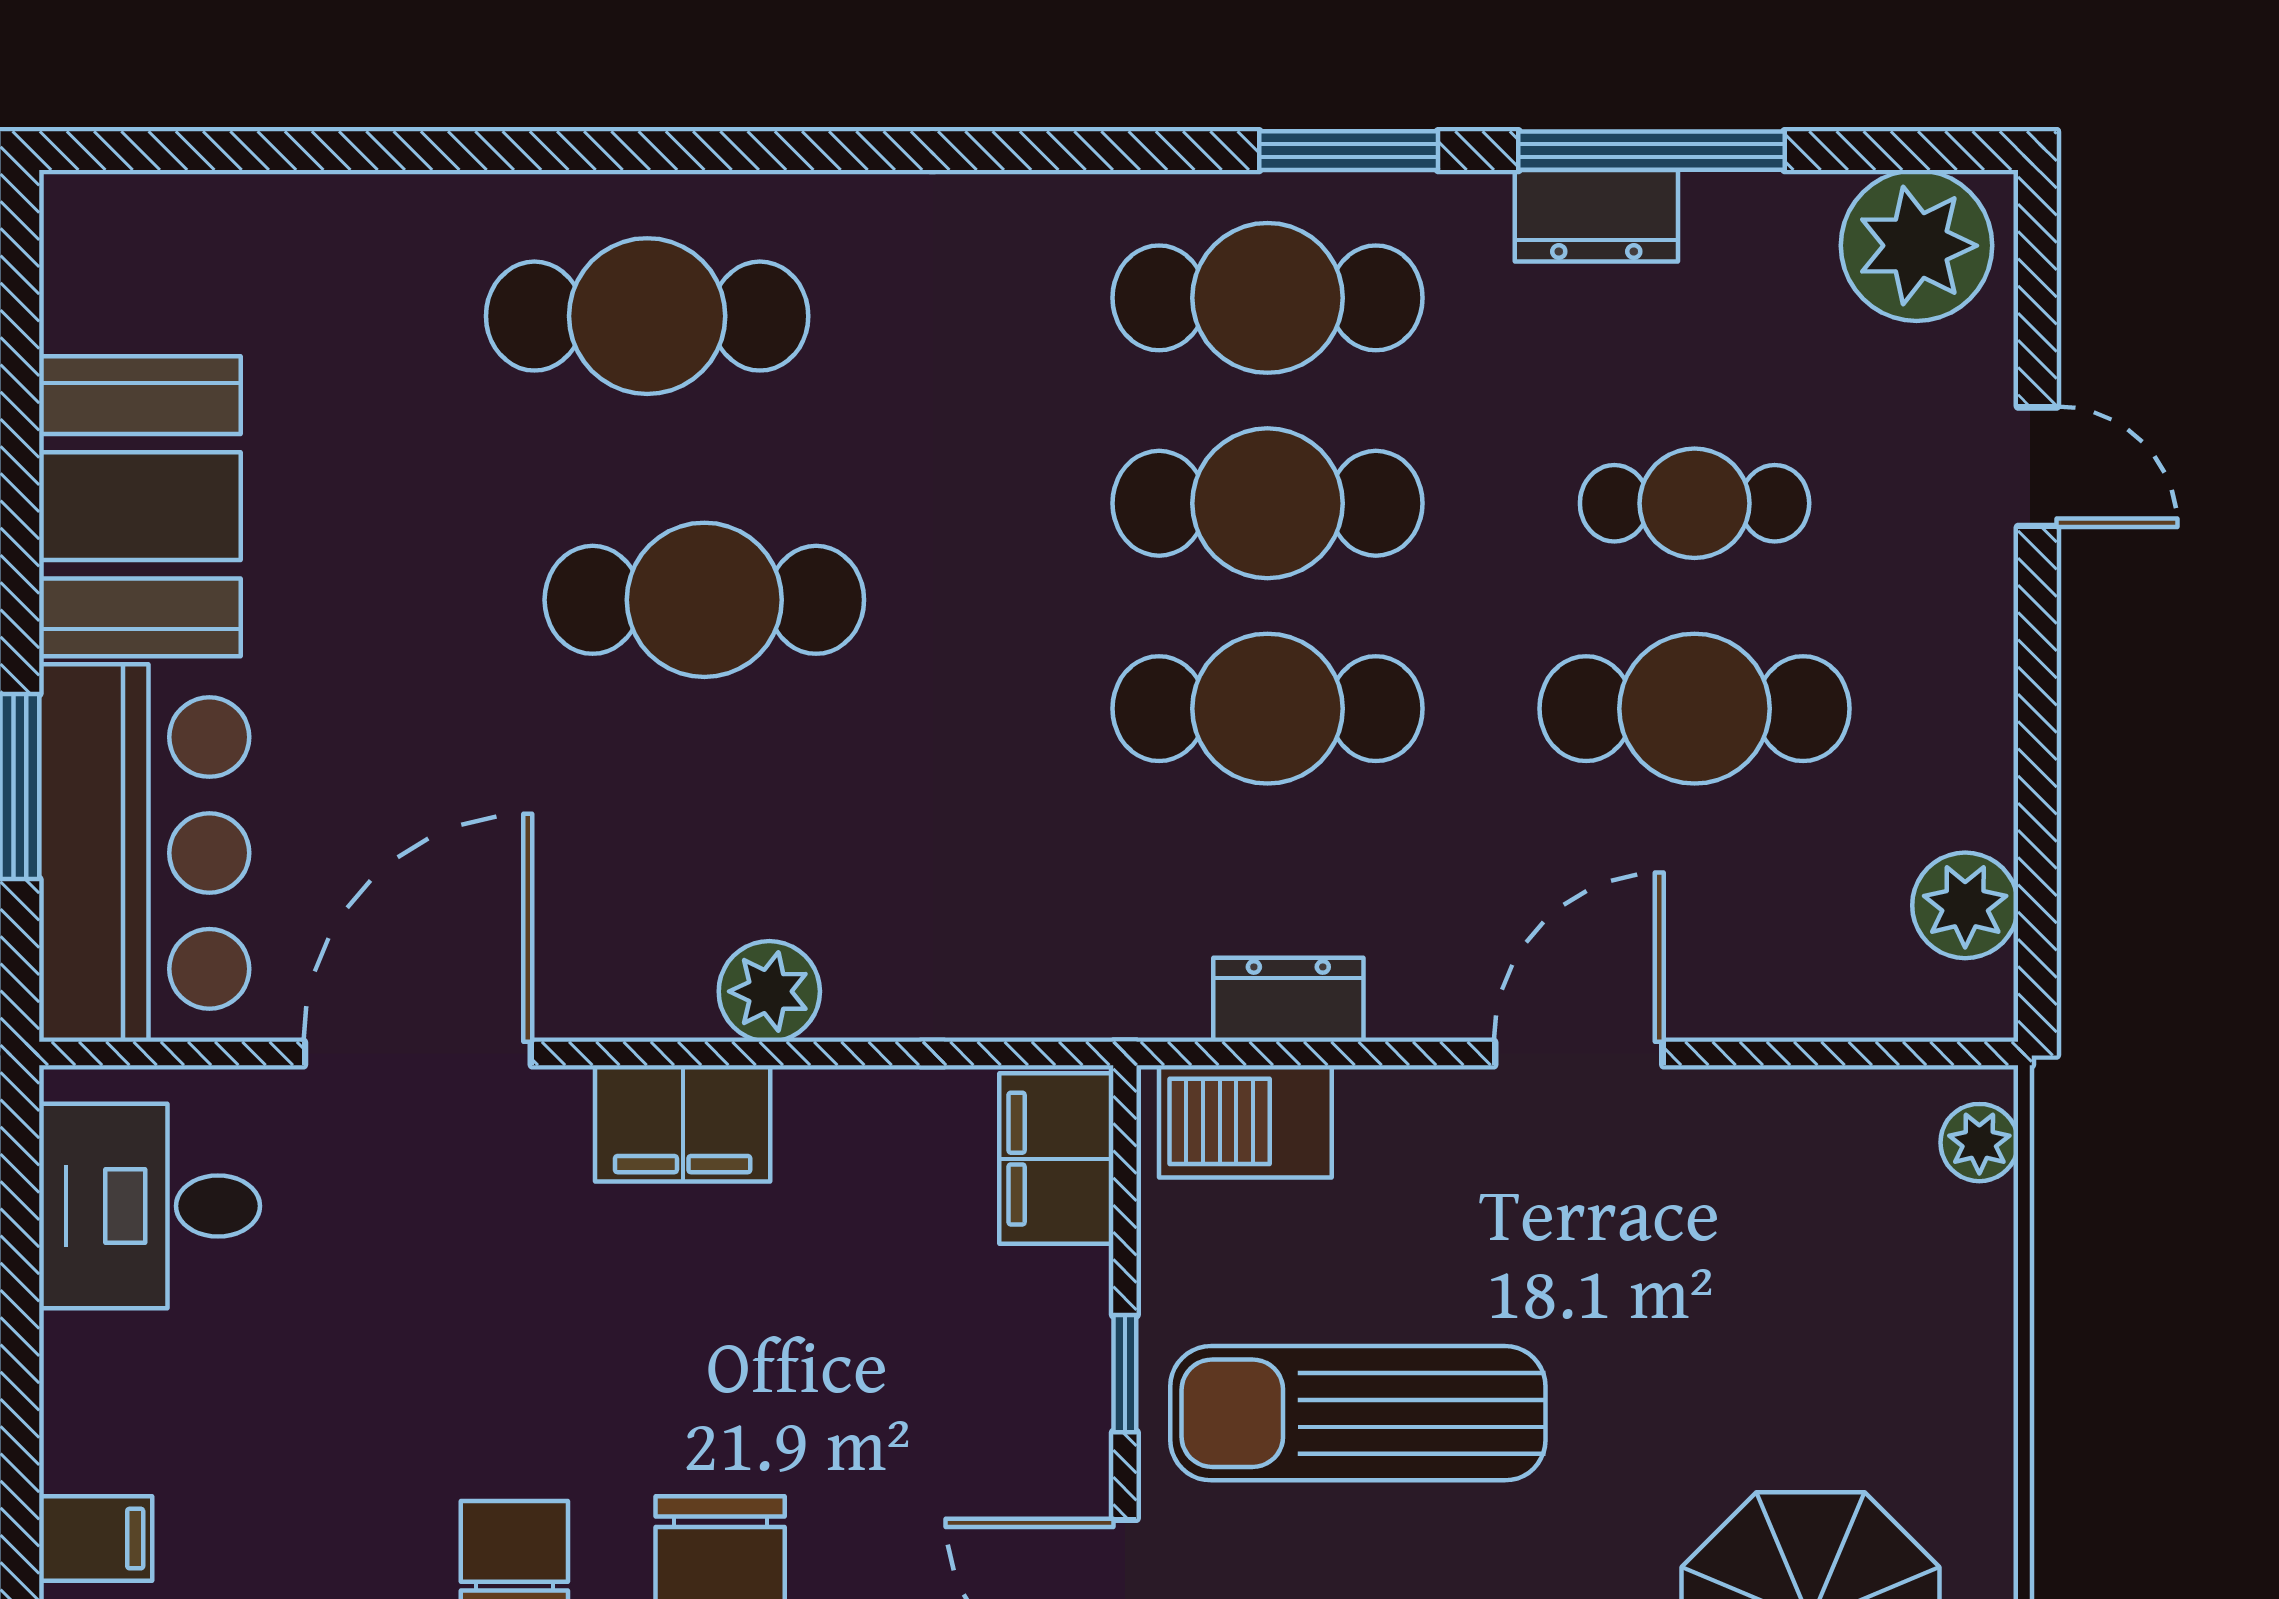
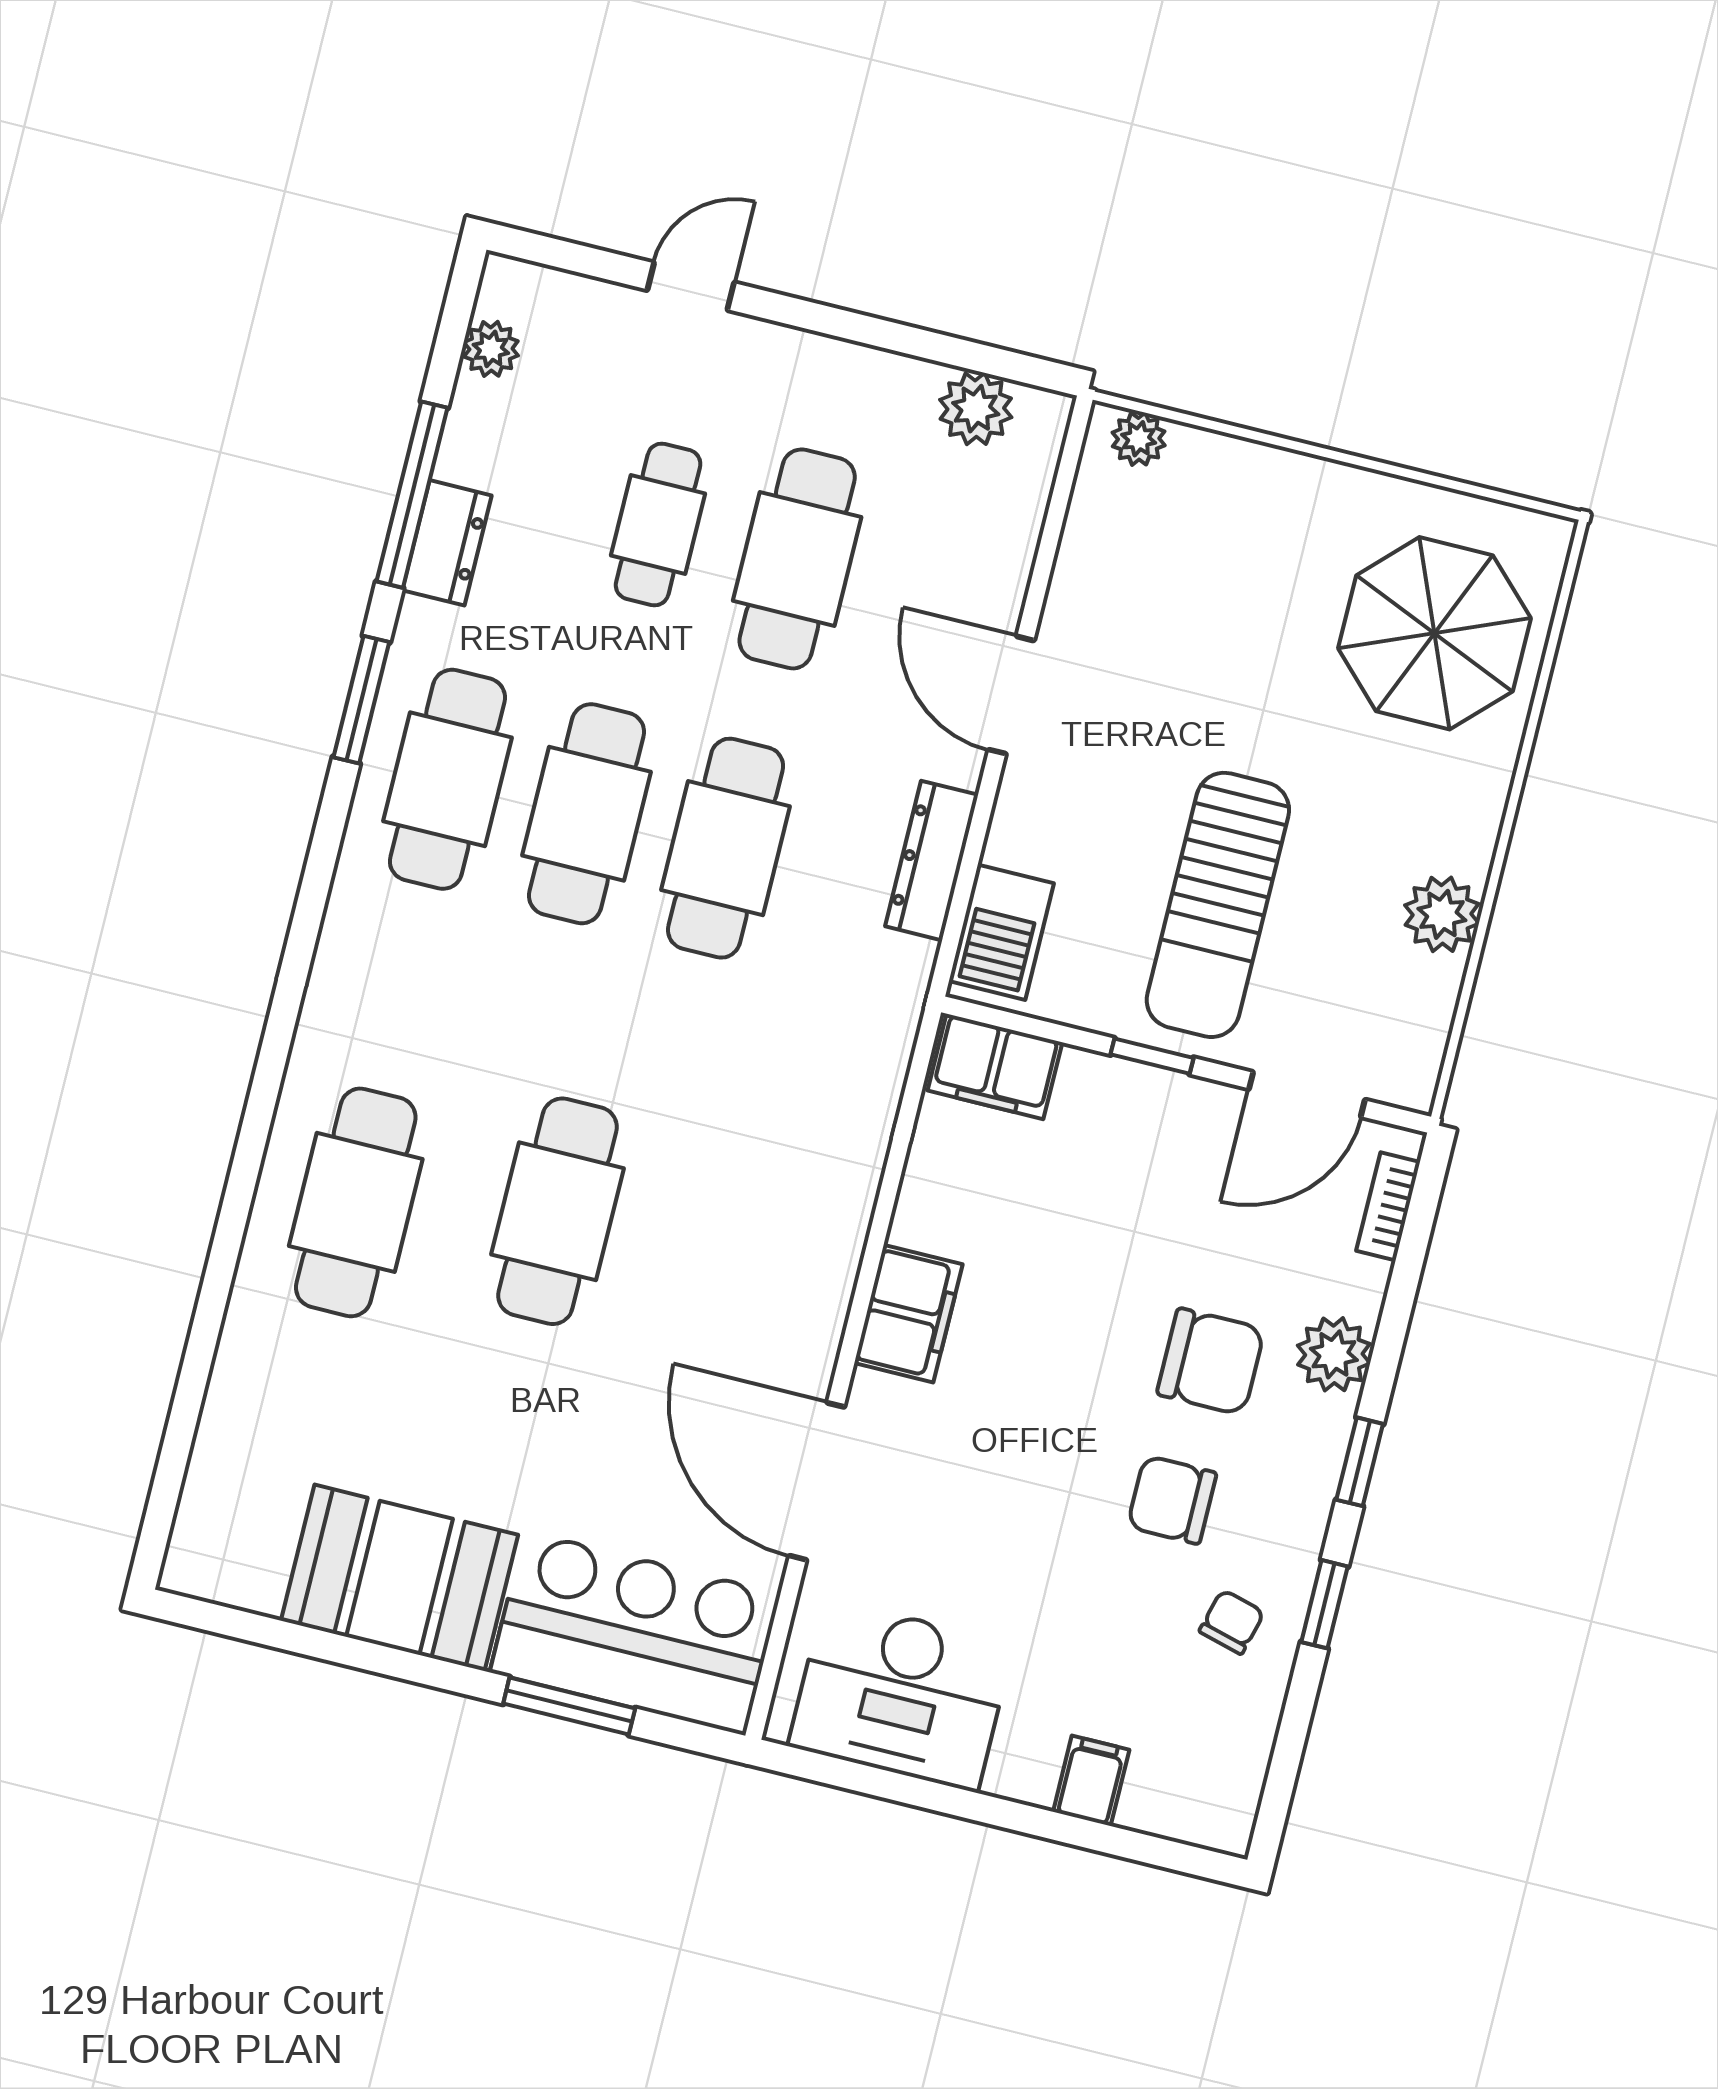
plant: (1917, 246) -> (491, 349), width x0.53, depth x0.53
plant: (769, 991) -> (834, 1233), removed
dresser: (1288, 1000) -> (932, 861), width x1.44
desk: (150, 1206) -> (901, 1695), width x1.37

